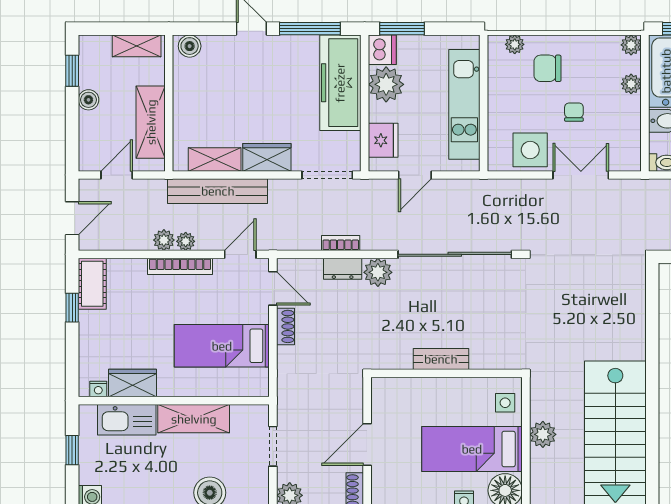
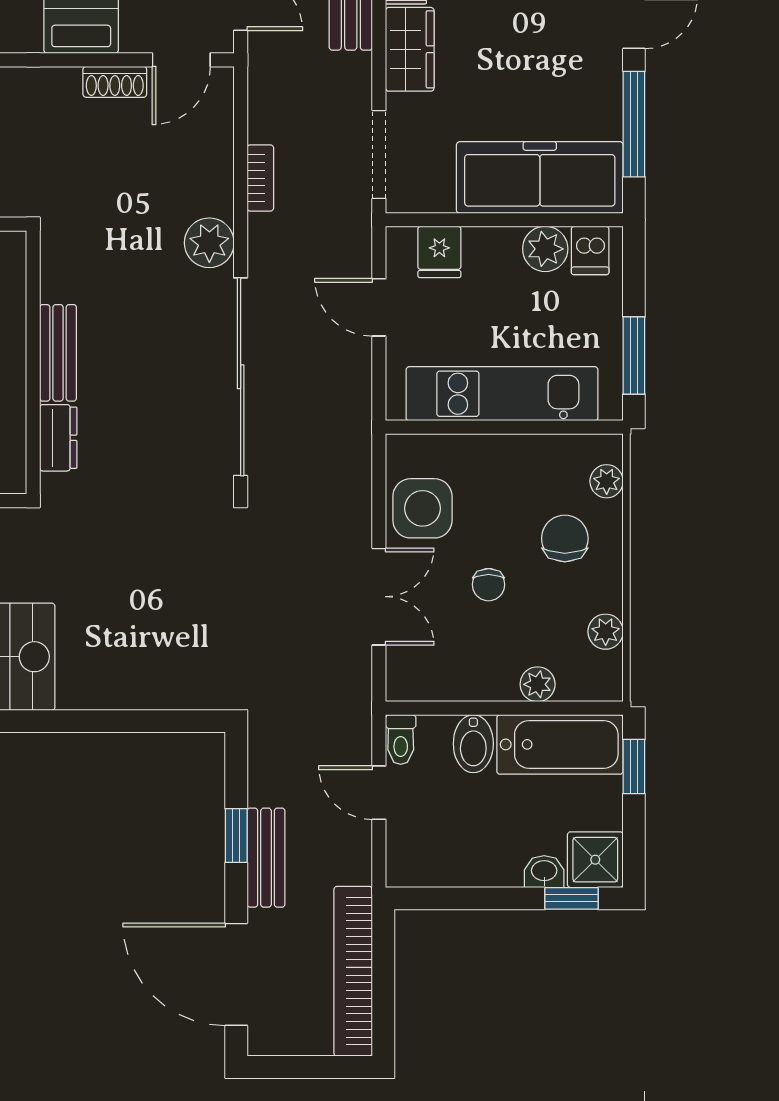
window: (402, 29) -> (634, 355), moved
plant: (631, 45) -> (606, 632), moved
dishwasher: (382, 50) -> (590, 250), width x0.73
plant: (386, 84) -> (545, 249), width x0.73, depth x0.73
chair: (574, 112) -> (489, 585), turned 90
fridge: (383, 140) -> (439, 252), width x0.72
dresser: (343, 269) -> (58, 438), moved, turned 180

